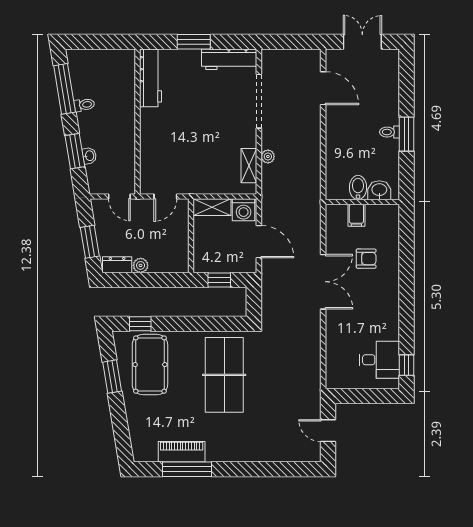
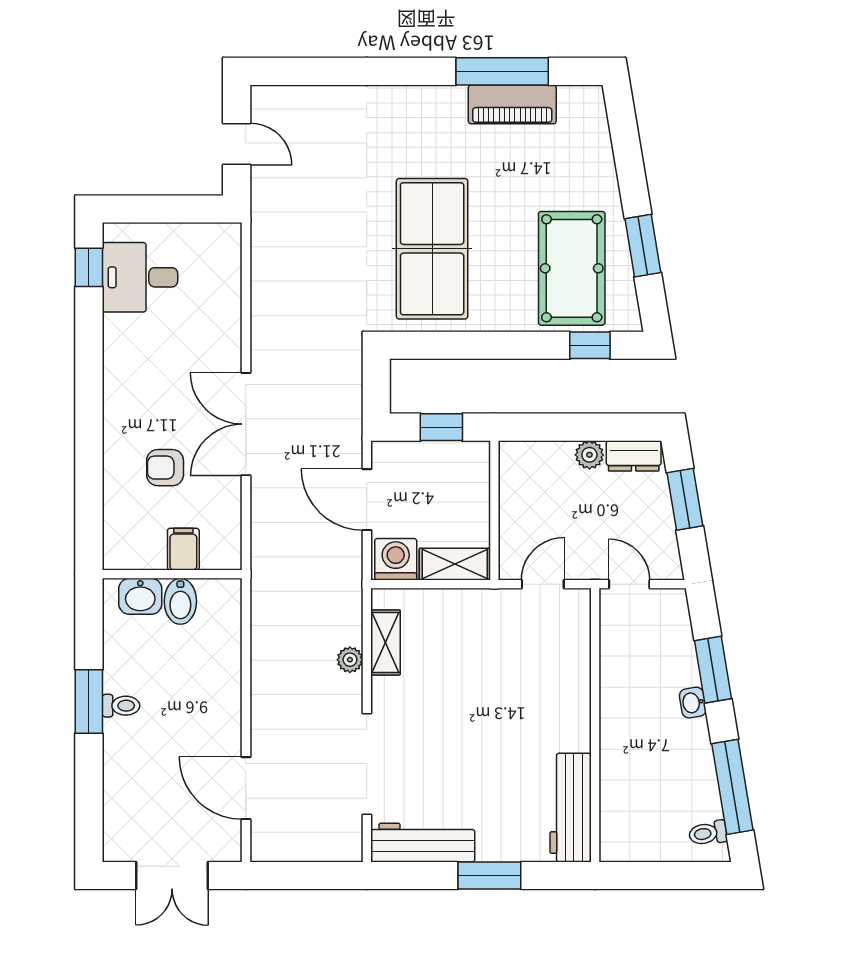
toilet: (84, 105) -> (708, 833), moved
washbasin: (89, 156) -> (693, 703), moved

